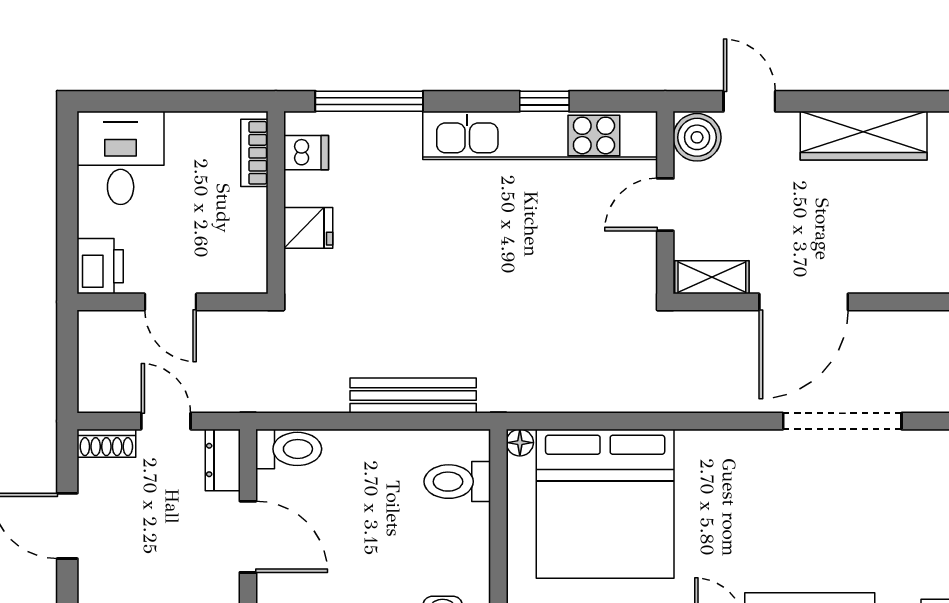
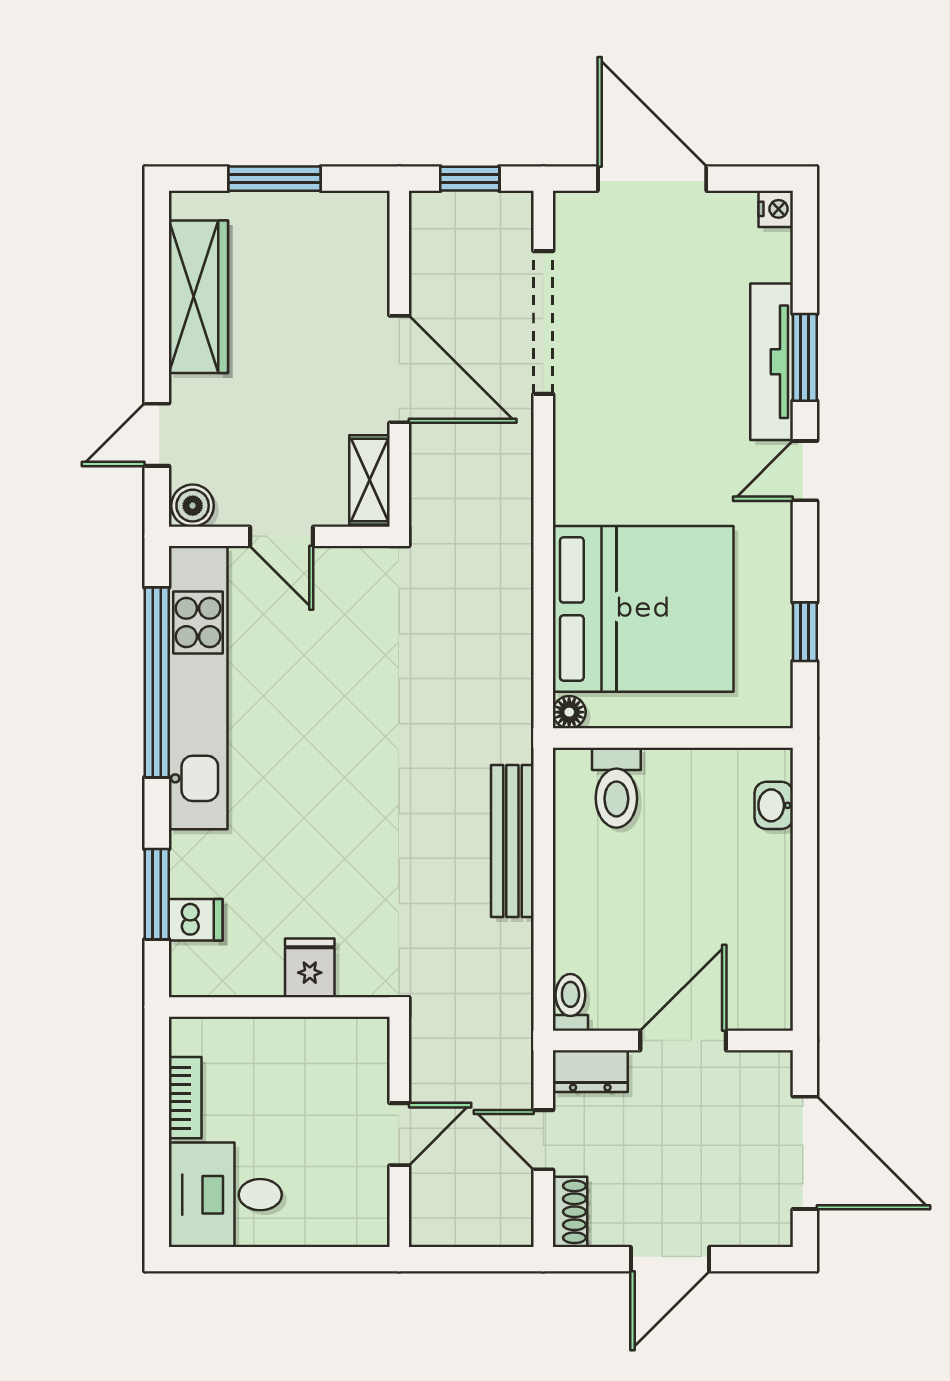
window: (369, 101) -> (157, 894), width x0.69
window: (544, 101) -> (157, 682), width x3.17
boiler: (697, 137) -> (193, 506), width x0.73, depth x0.73
bookcase: (254, 153) -> (185, 1098), moved, turned -90
dishwasher: (306, 153) -> (196, 920), moved, turned 90
printer: (100, 266) -> (356, 1219), removed
door: (166, 421) -> (543, 1140), hinge flipped
toilet: (289, 449) -> (570, 1002), width x0.73, depth x0.72

